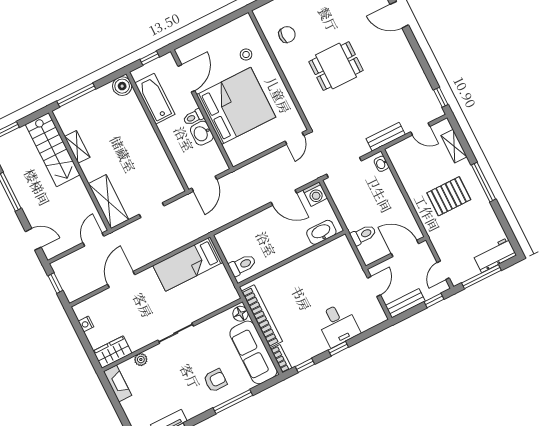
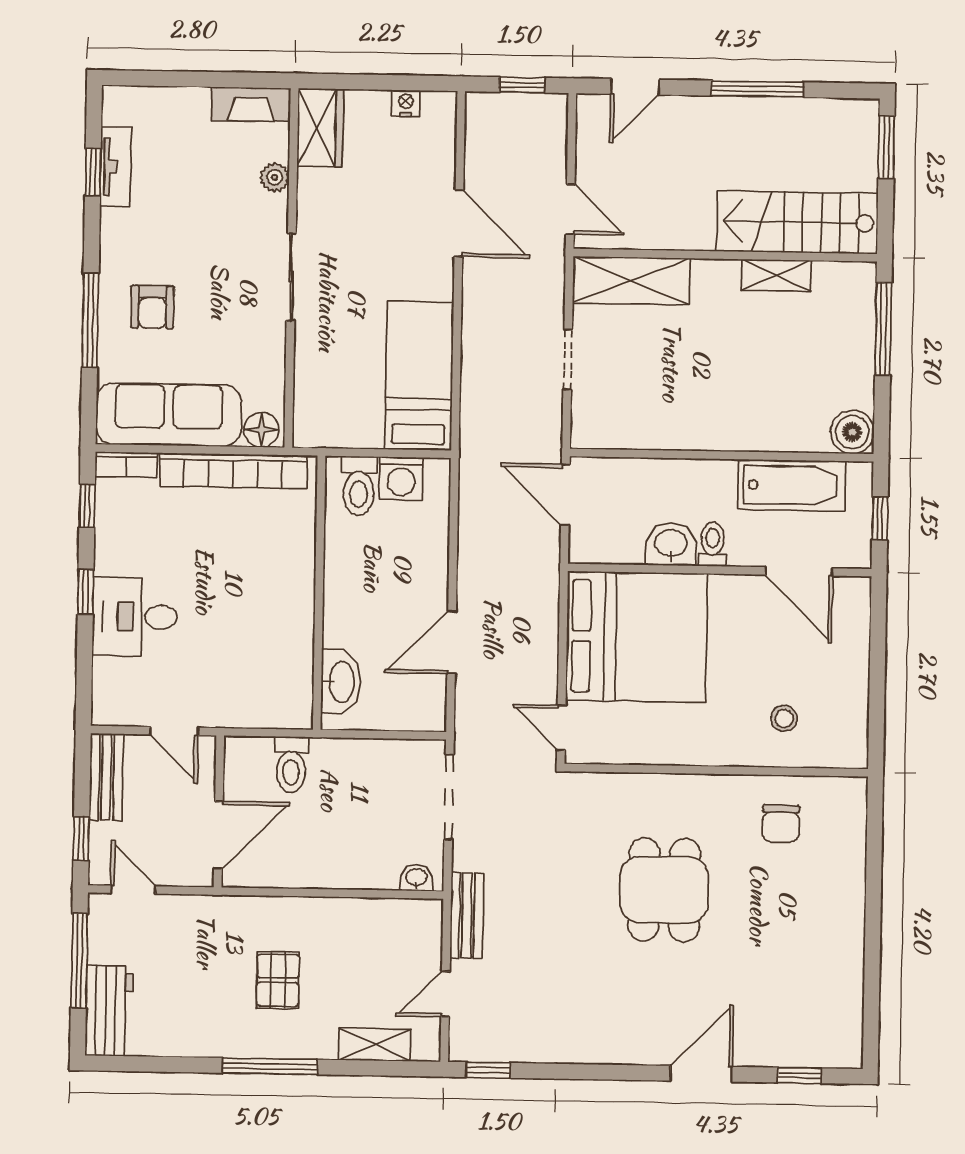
bed: (236, 106) -> (637, 637), moved, turned -90
washing machine: (315, 194) -> (401, 478), moved, turned -90
pallet: (449, 196) -> (278, 980), width x0.67, depth x0.71

